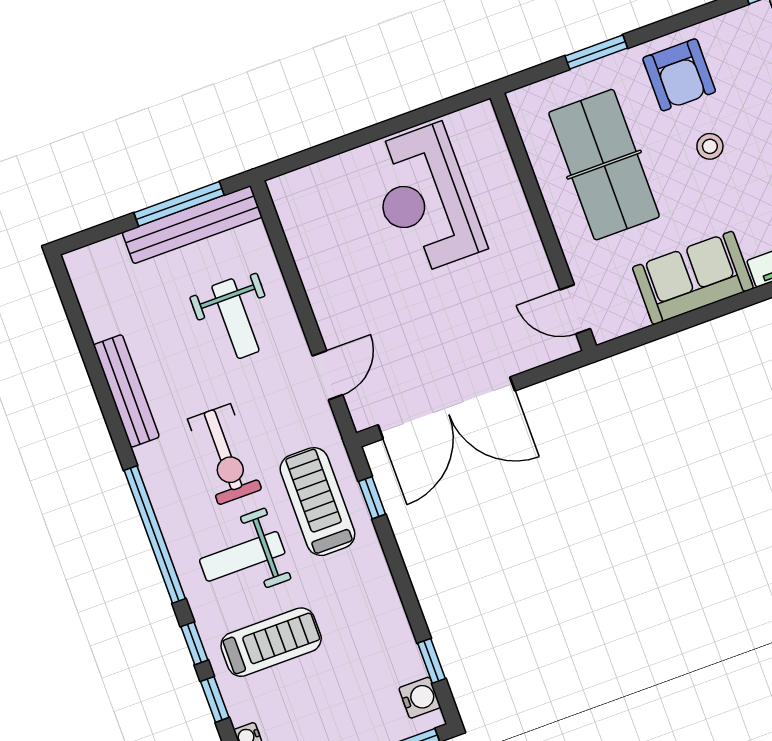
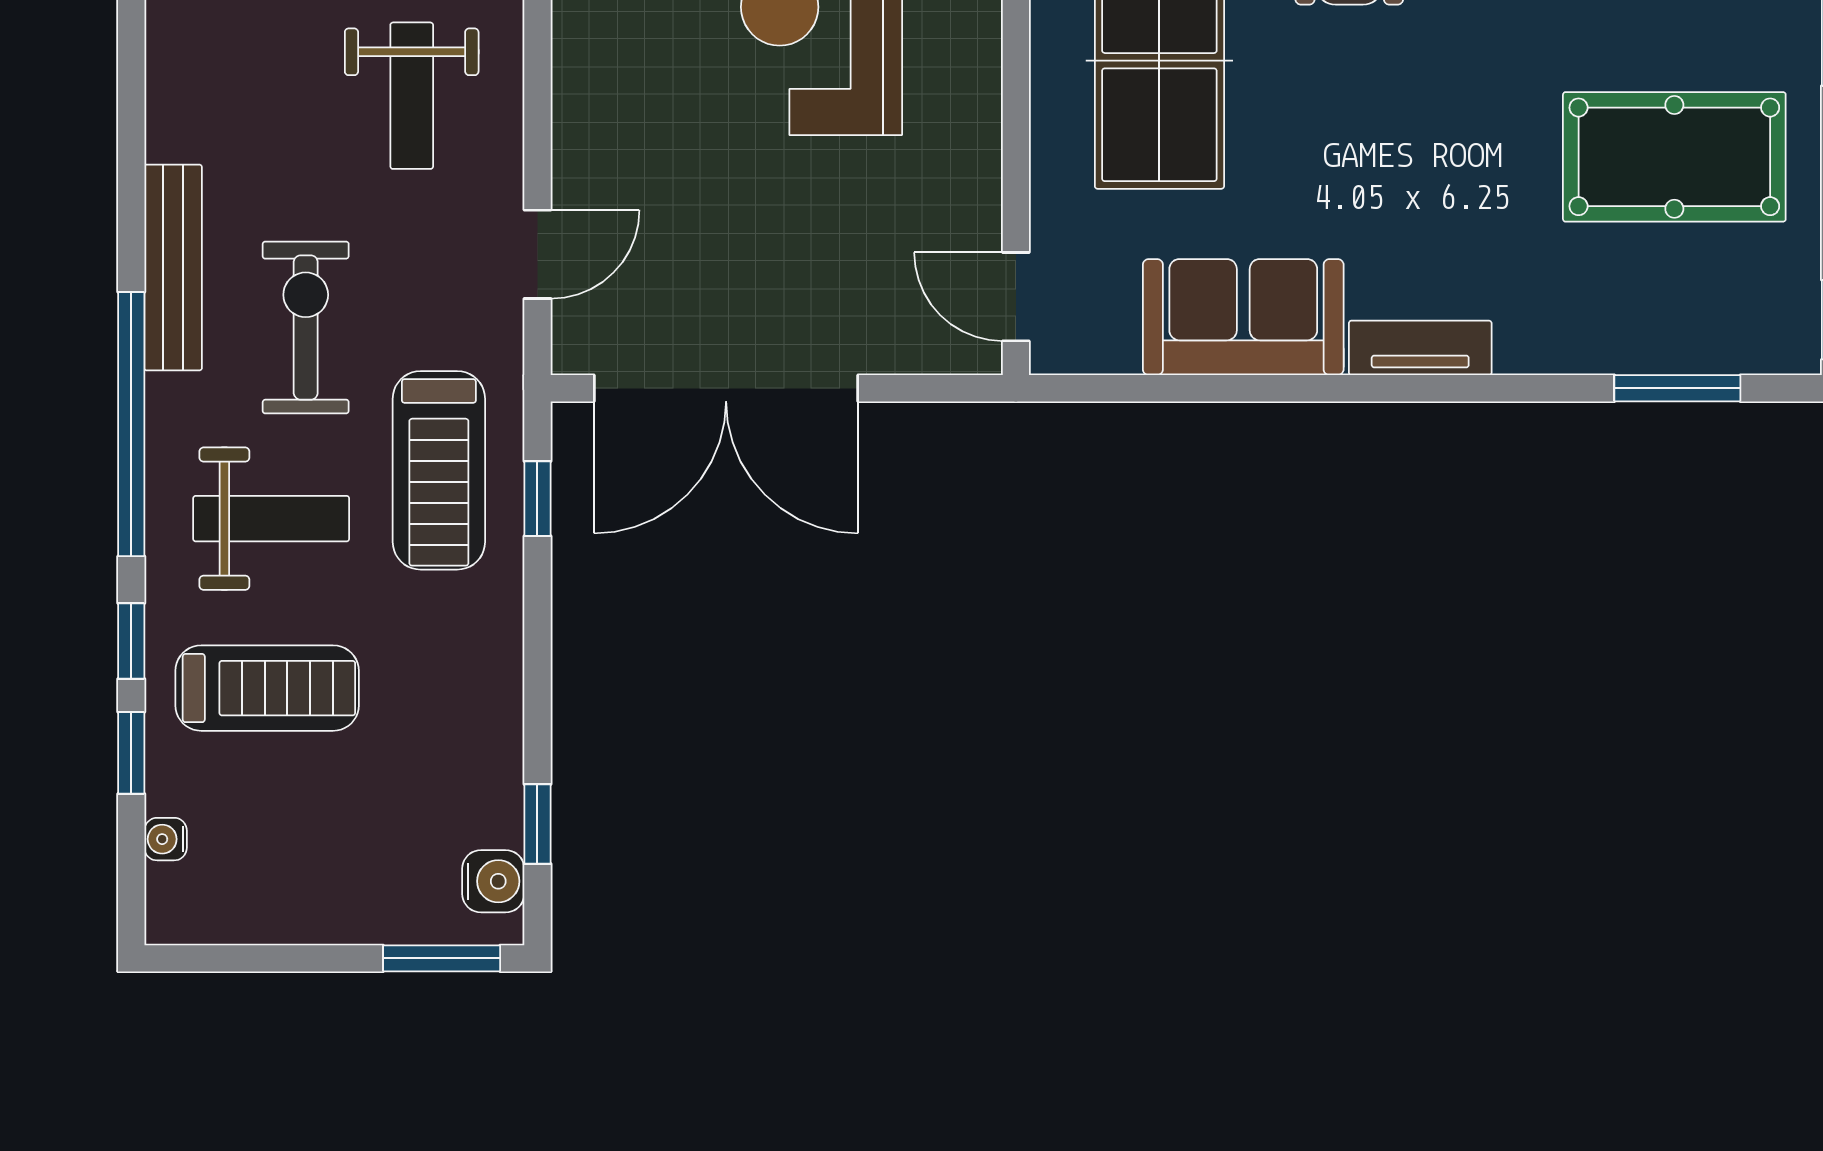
stool: (710, 146) -> (1358, 96), removed
bench: (126, 391) -> (173, 268), moved
exercise bike: (225, 454) -> (306, 327), turned 180
treadmill: (317, 502) -> (439, 470), turned 180
weight bench: (242, 556) -> (271, 519), turned 180

